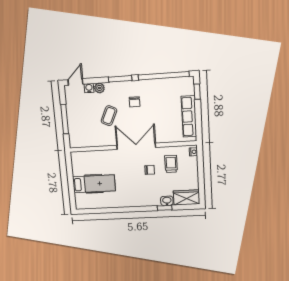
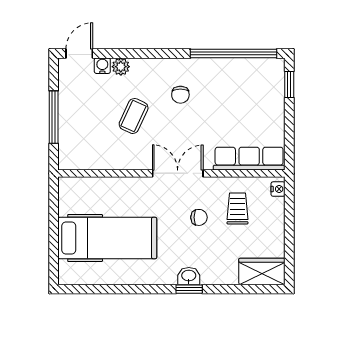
window: (120, 79) -> (158, 53), removed
row of seats: (189, 116) -> (249, 159), moved, turned 90
double door: (136, 146) -> (178, 173), width x0.73
hospital bed: (94, 184) -> (107, 238), width x1.37, depth x1.29
washbasin: (167, 201) -> (189, 276), moved
window: (165, 208) -> (189, 289), moved

